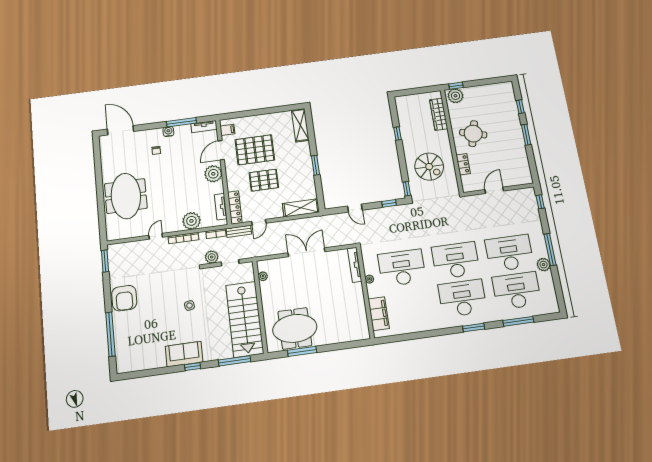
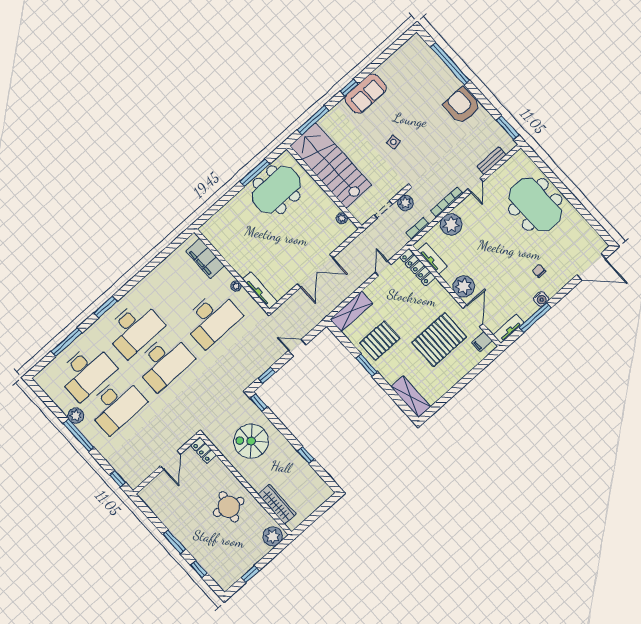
window: (456, 86) -> (250, 574), moved
locker: (463, 164) -> (204, 450), moved
pallet: (264, 180) -> (380, 341), moved
bench: (239, 231) -> (492, 161), moved

